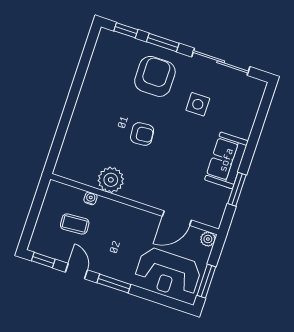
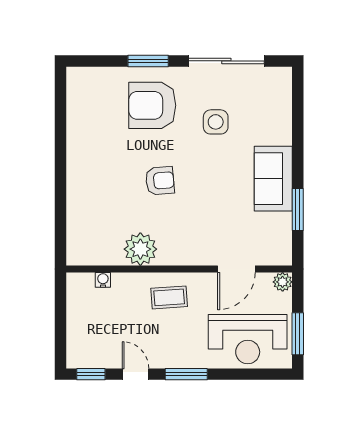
window: (126, 30) -> (98, 61), removed
armchair: (155, 76) -> (152, 105), turned -90
water cooler: (90, 198) -> (103, 280), moved
coffee table: (75, 224) -> (169, 297), moved

